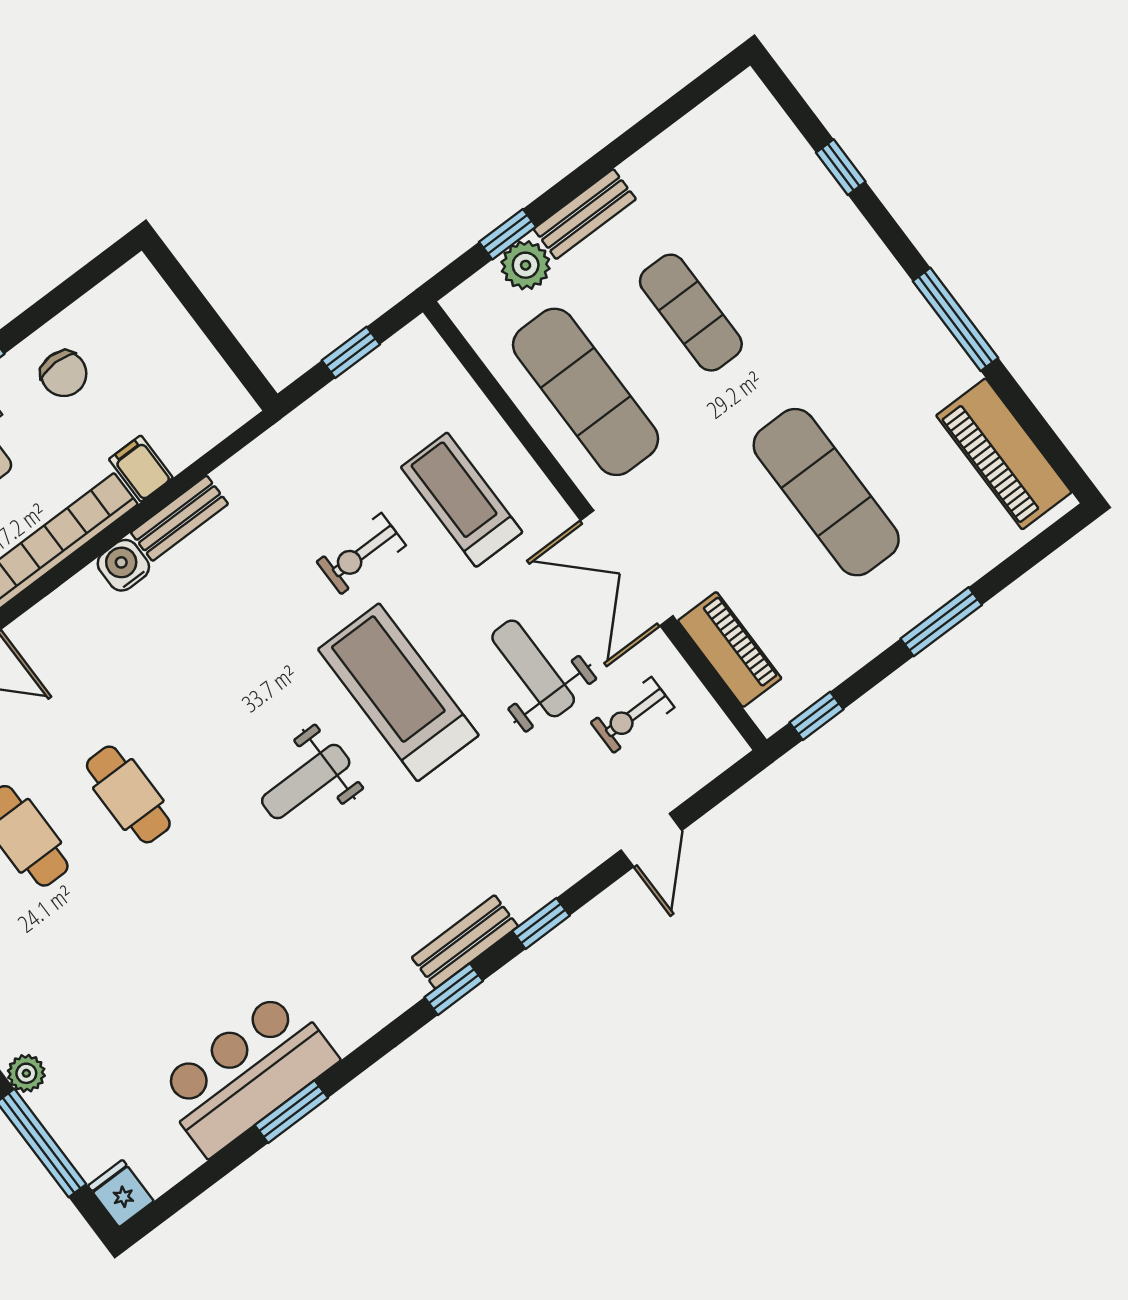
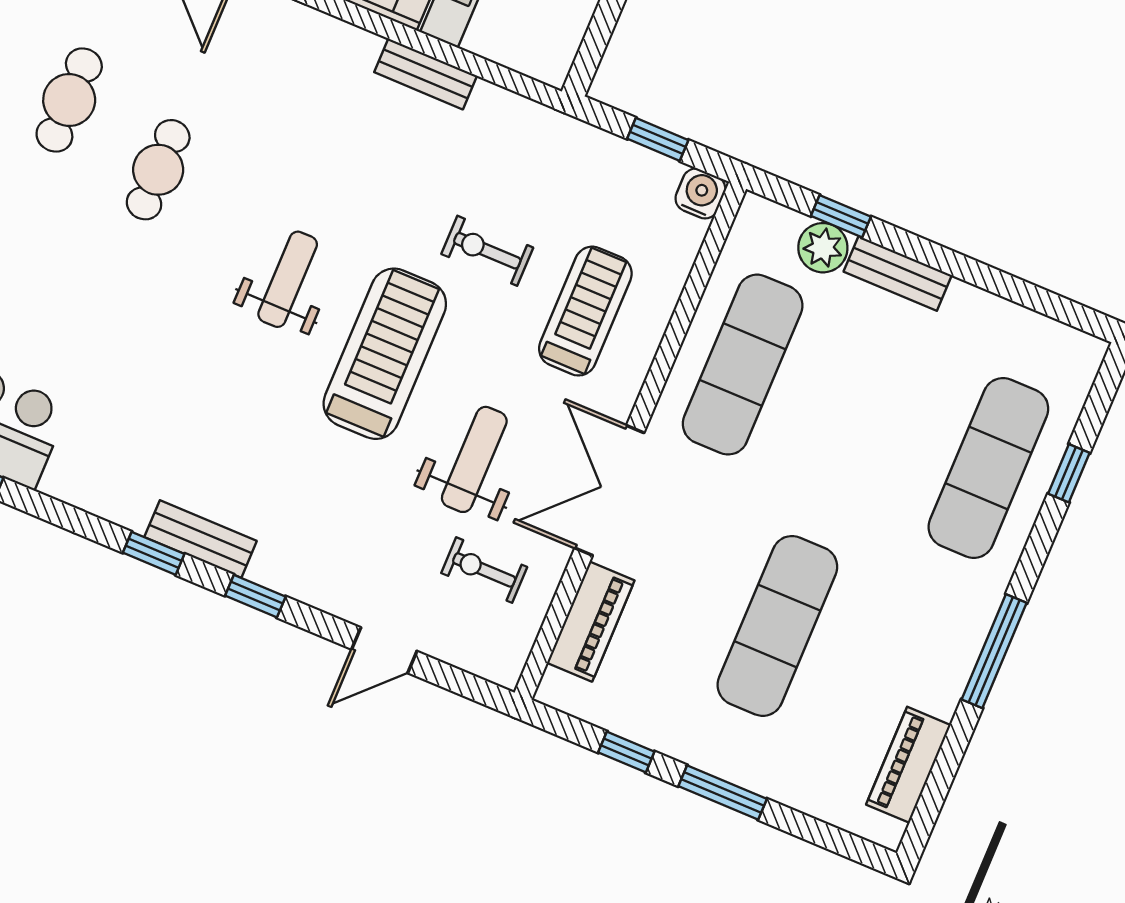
exercise mat: (691, 313) -> (988, 468), moved, width x1.36, depth x1.45
piano: (1004, 454) -> (908, 765), width x0.73, depth x0.75
water cooler: (123, 565) -> (700, 194), moved
window: (816, 716) -> (626, 752), moved
weight bench: (306, 782) -> (288, 279), moved, turned 90

